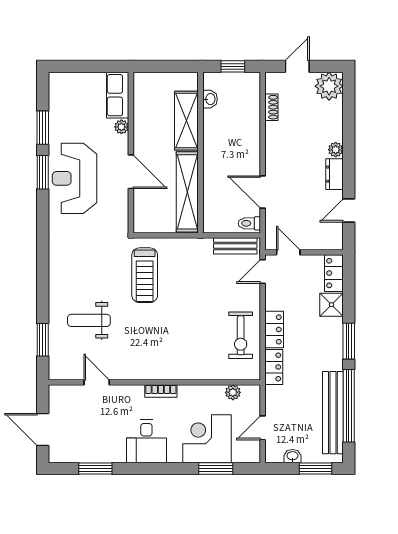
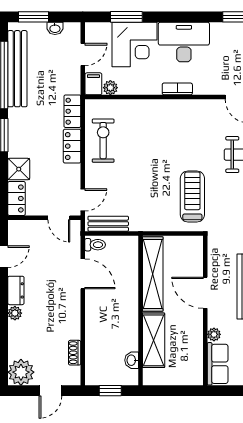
filing cabinet: (251, 396) -> (93, 84), added
desk: (146, 441) -> (184, 42), width x1.37

